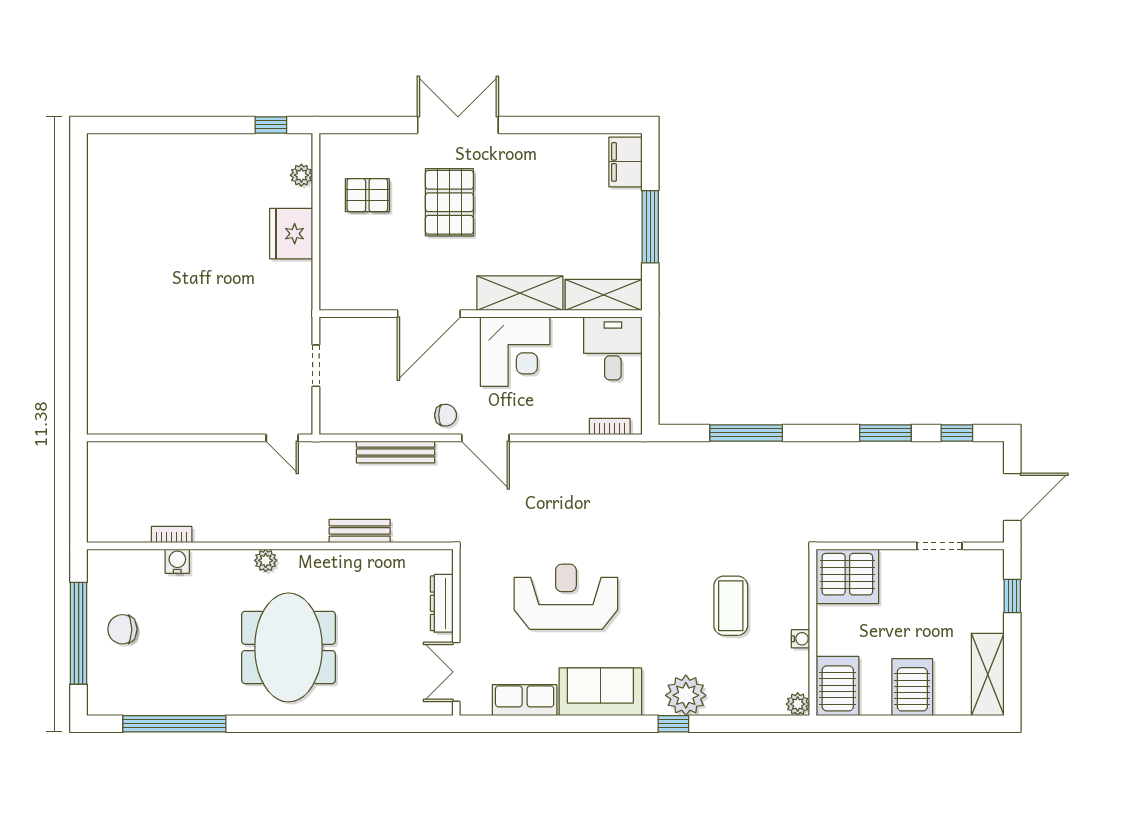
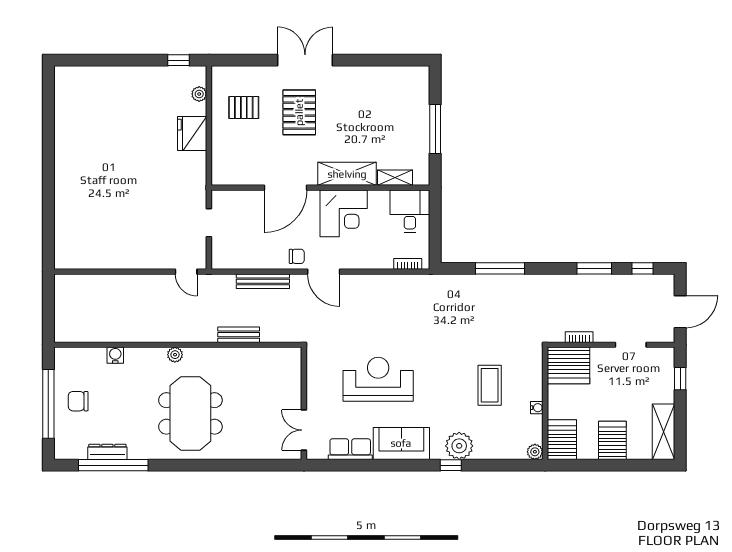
filing cabinet: (626, 162) -> (418, 85), removed
shelving: (604, 295) -> (395, 178), width x0.67, depth x0.75
bookcase: (172, 535) -> (579, 337), moved
dresser: (442, 603) -> (107, 452), moved, turned 90

